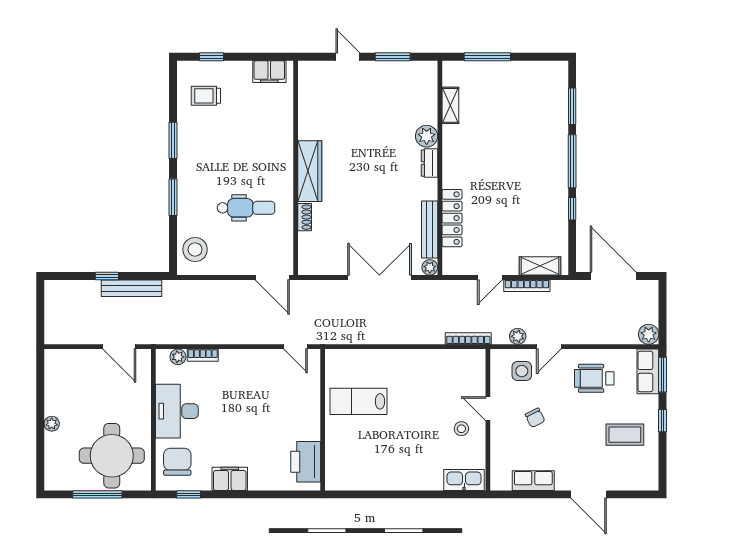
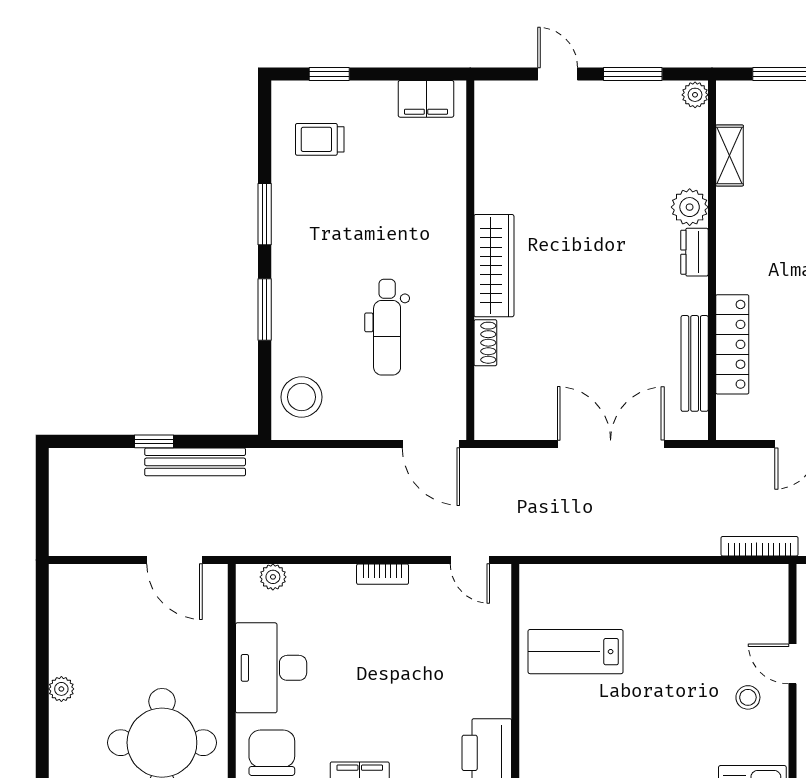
dental chair: (246, 208) -> (387, 327), turned 90
plant: (430, 267) -> (695, 95), moved
bookcase: (203, 355) -> (383, 574), moved

